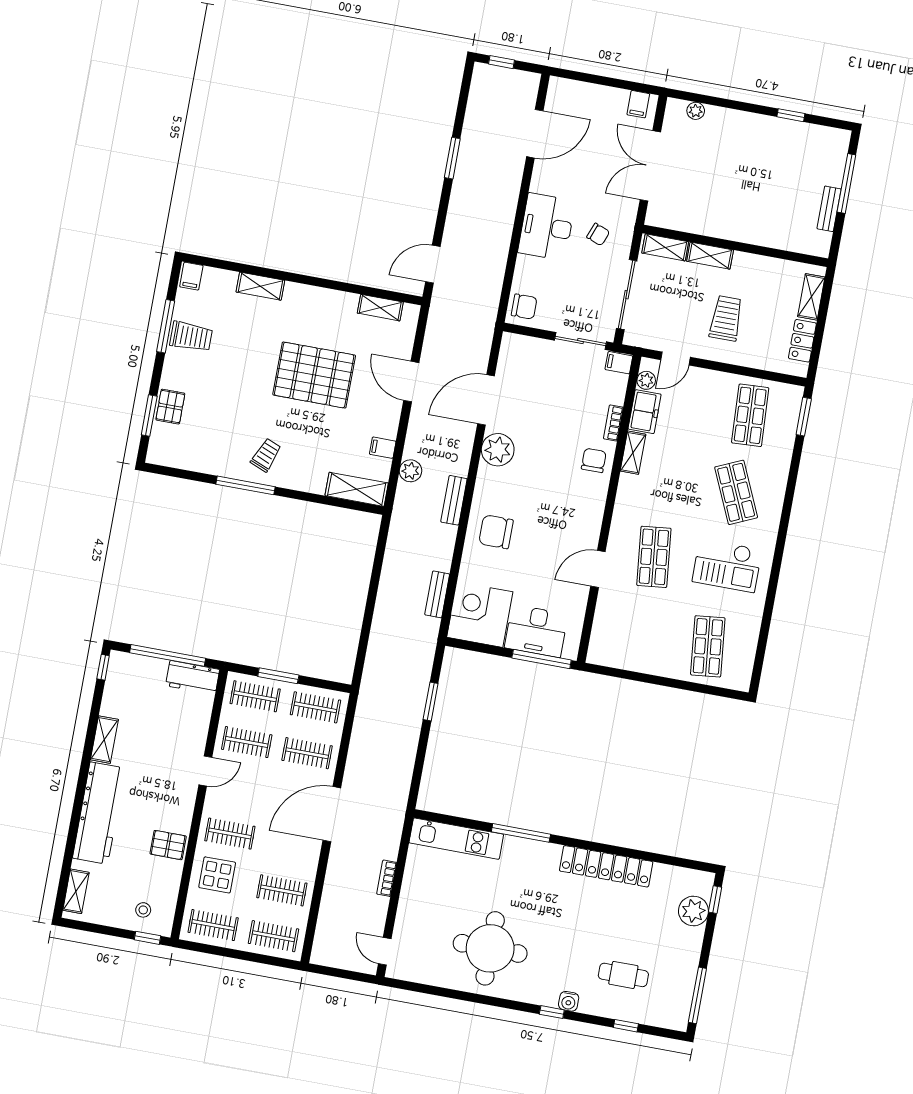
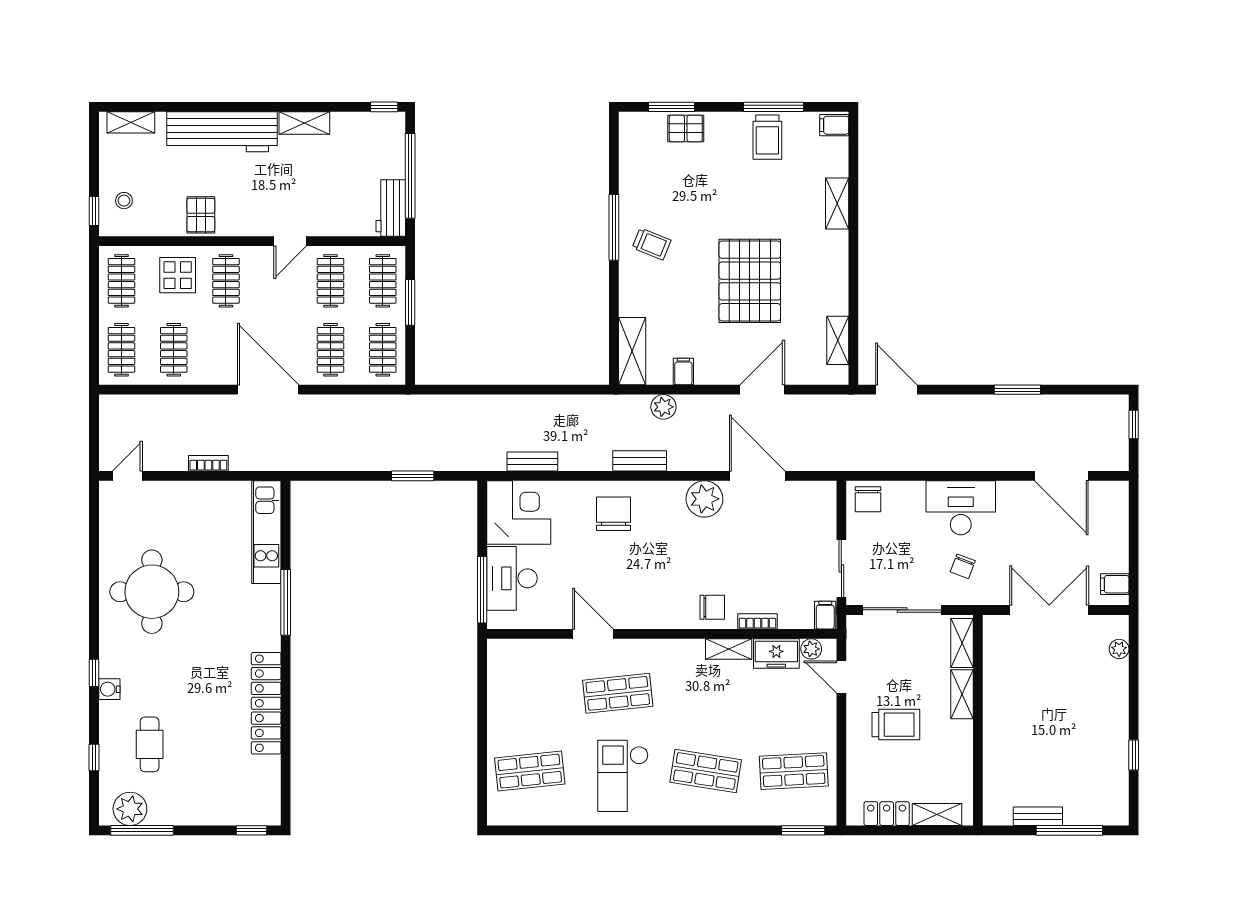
shop shelf: (736, 492) -> (706, 771), turned 33
door: (205, 771) -> (290, 241), hinge flipped
plant: (693, 911) -> (130, 809), moved

